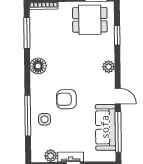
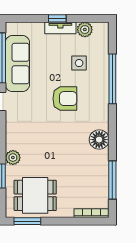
plant: (109, 67) -> (13, 158), moved
side table: (45, 119) -> (79, 63), moved

